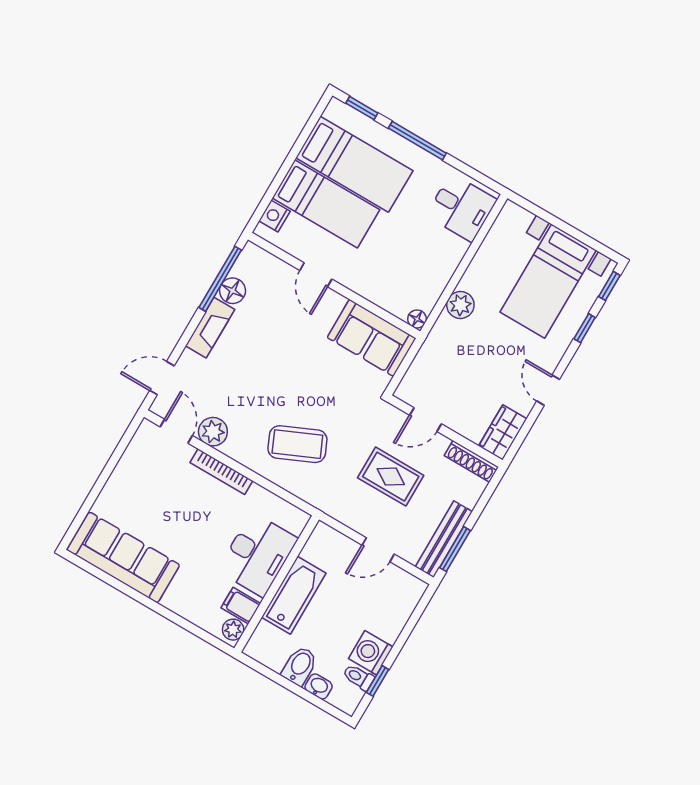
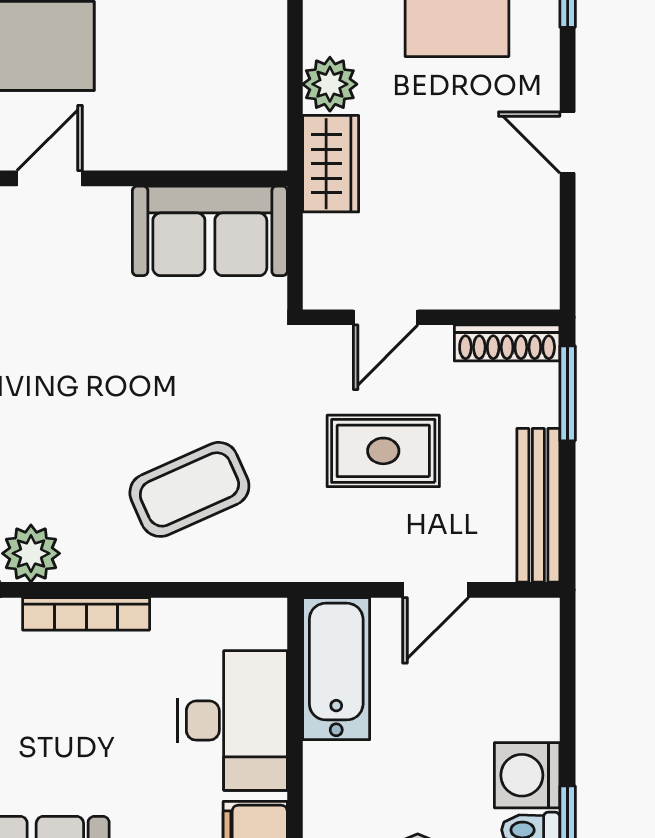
door: (316, 275) -> (50, 178), swing flipped
floor lamp: (417, 319) -> (269, 152), removed
wardrobe: (503, 432) -> (331, 164), moved, turned 180
window: (455, 549) -> (568, 393), moved
bathtub: (294, 595) -> (336, 669), moved

